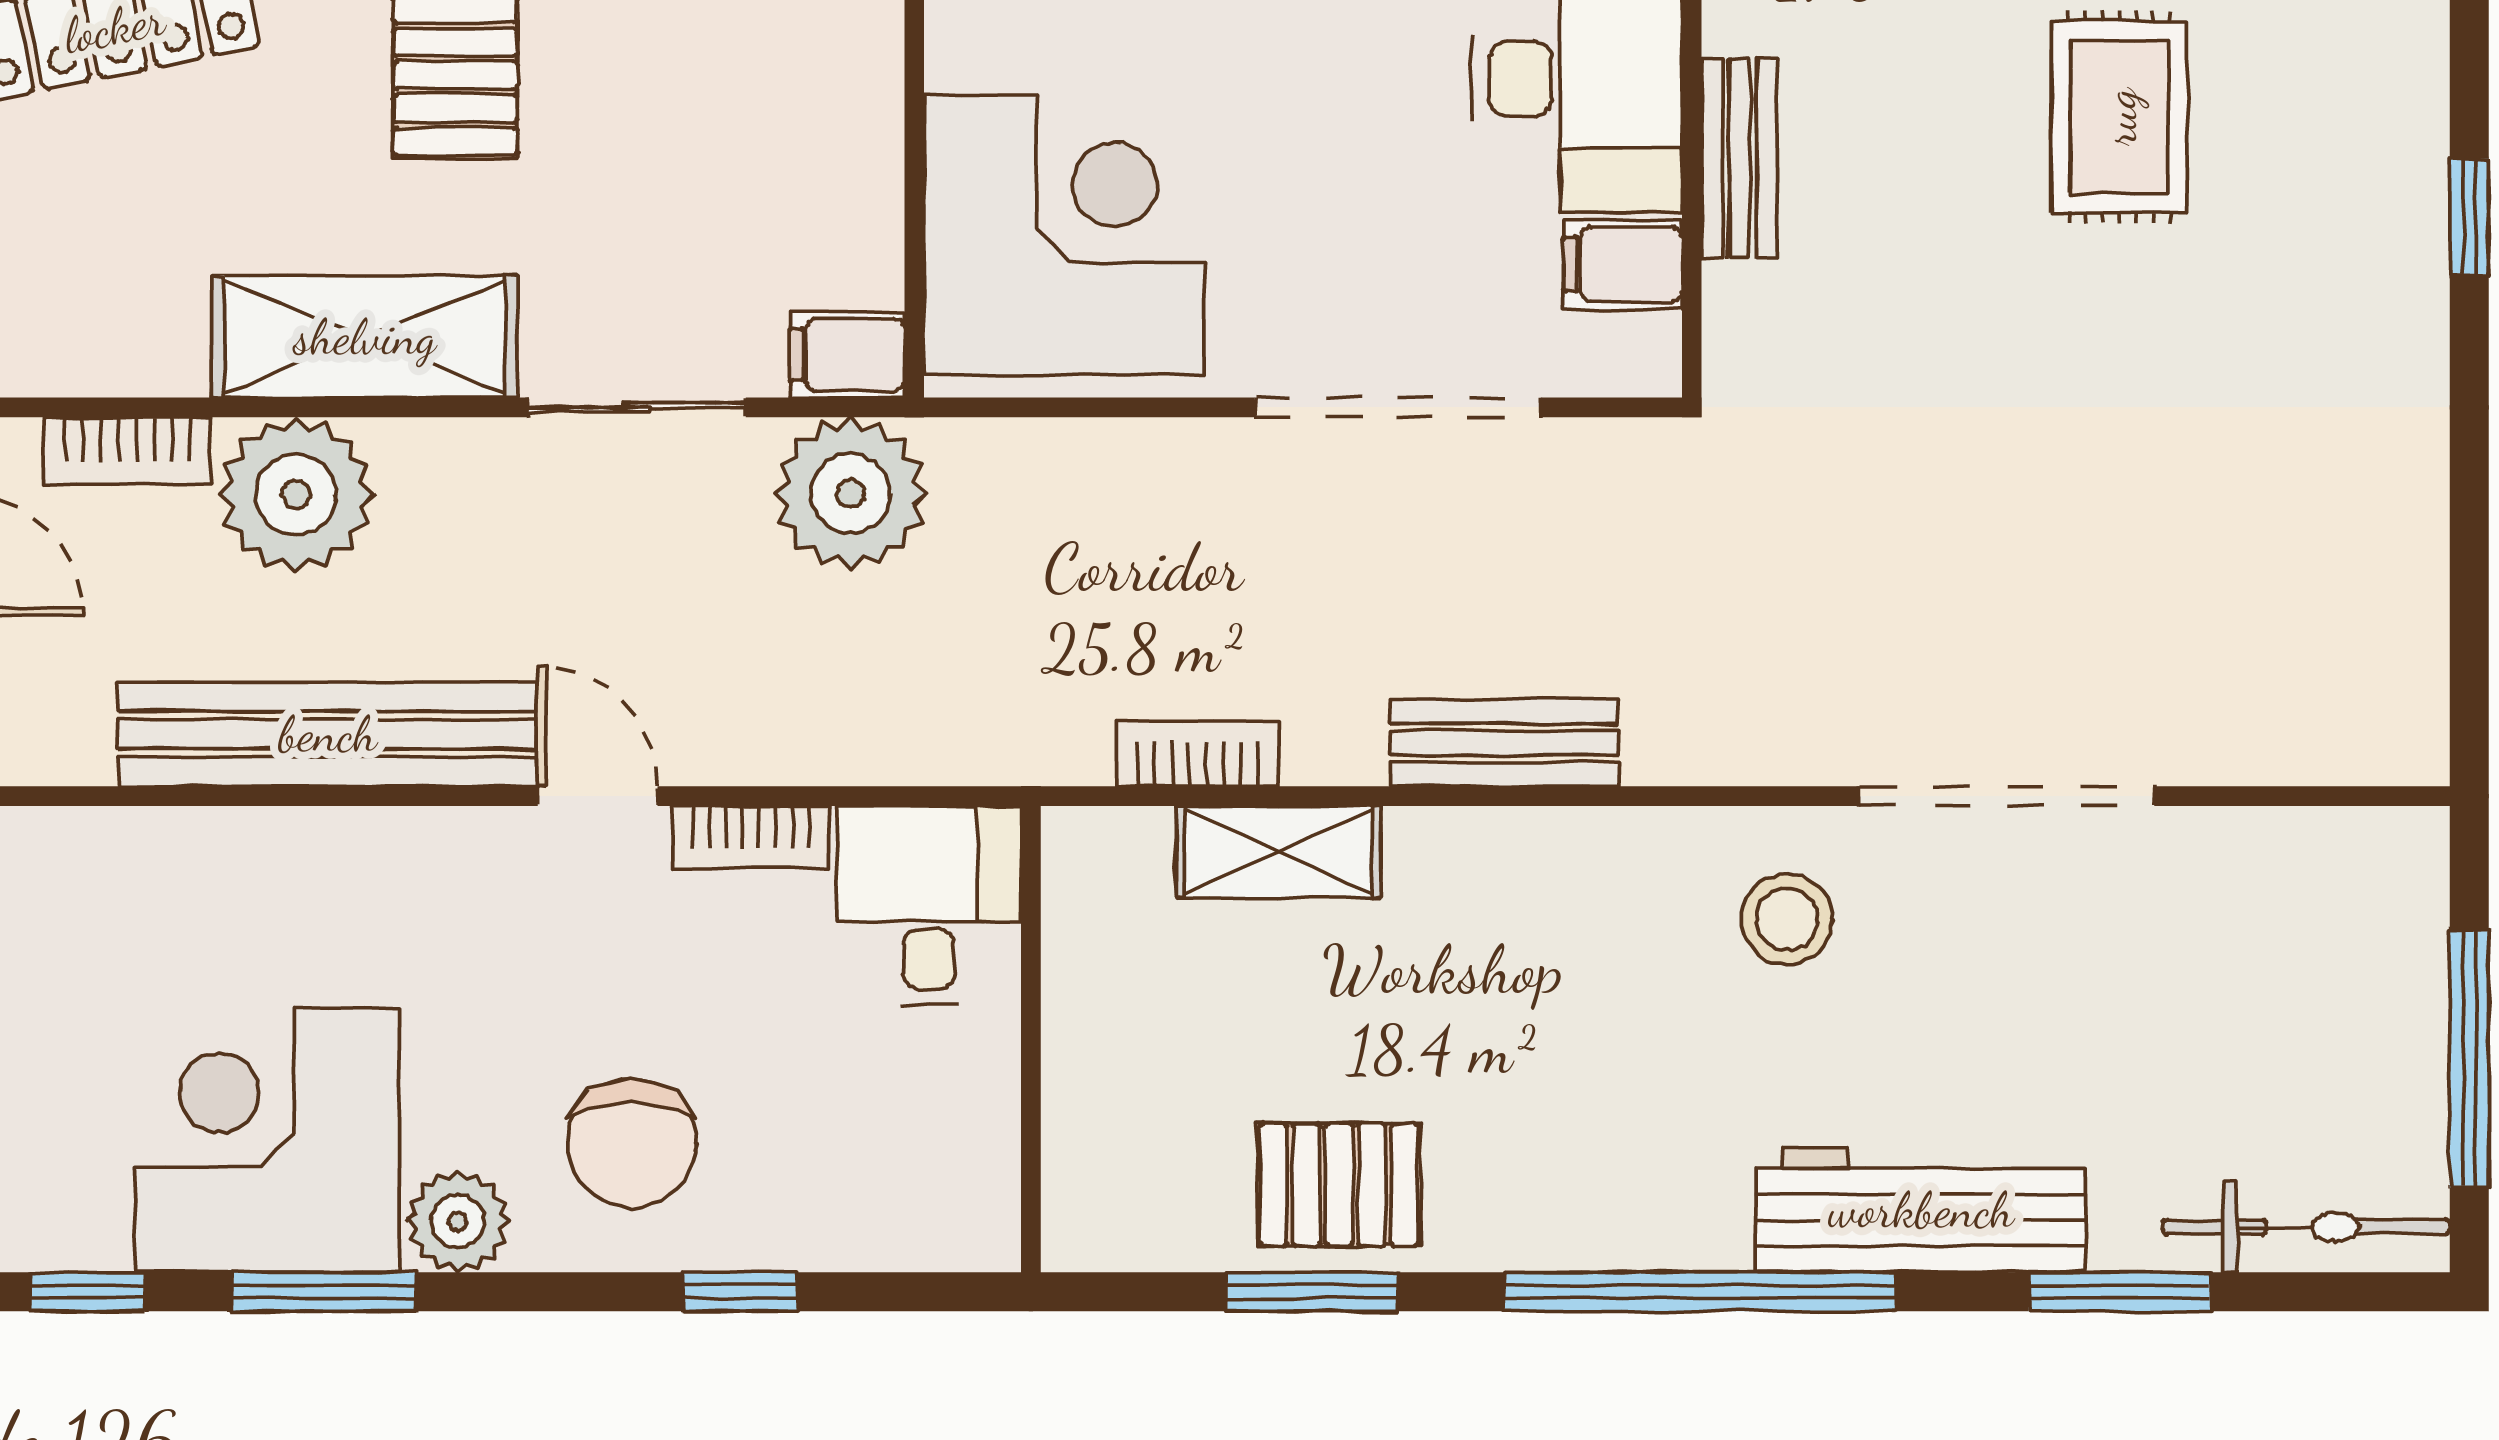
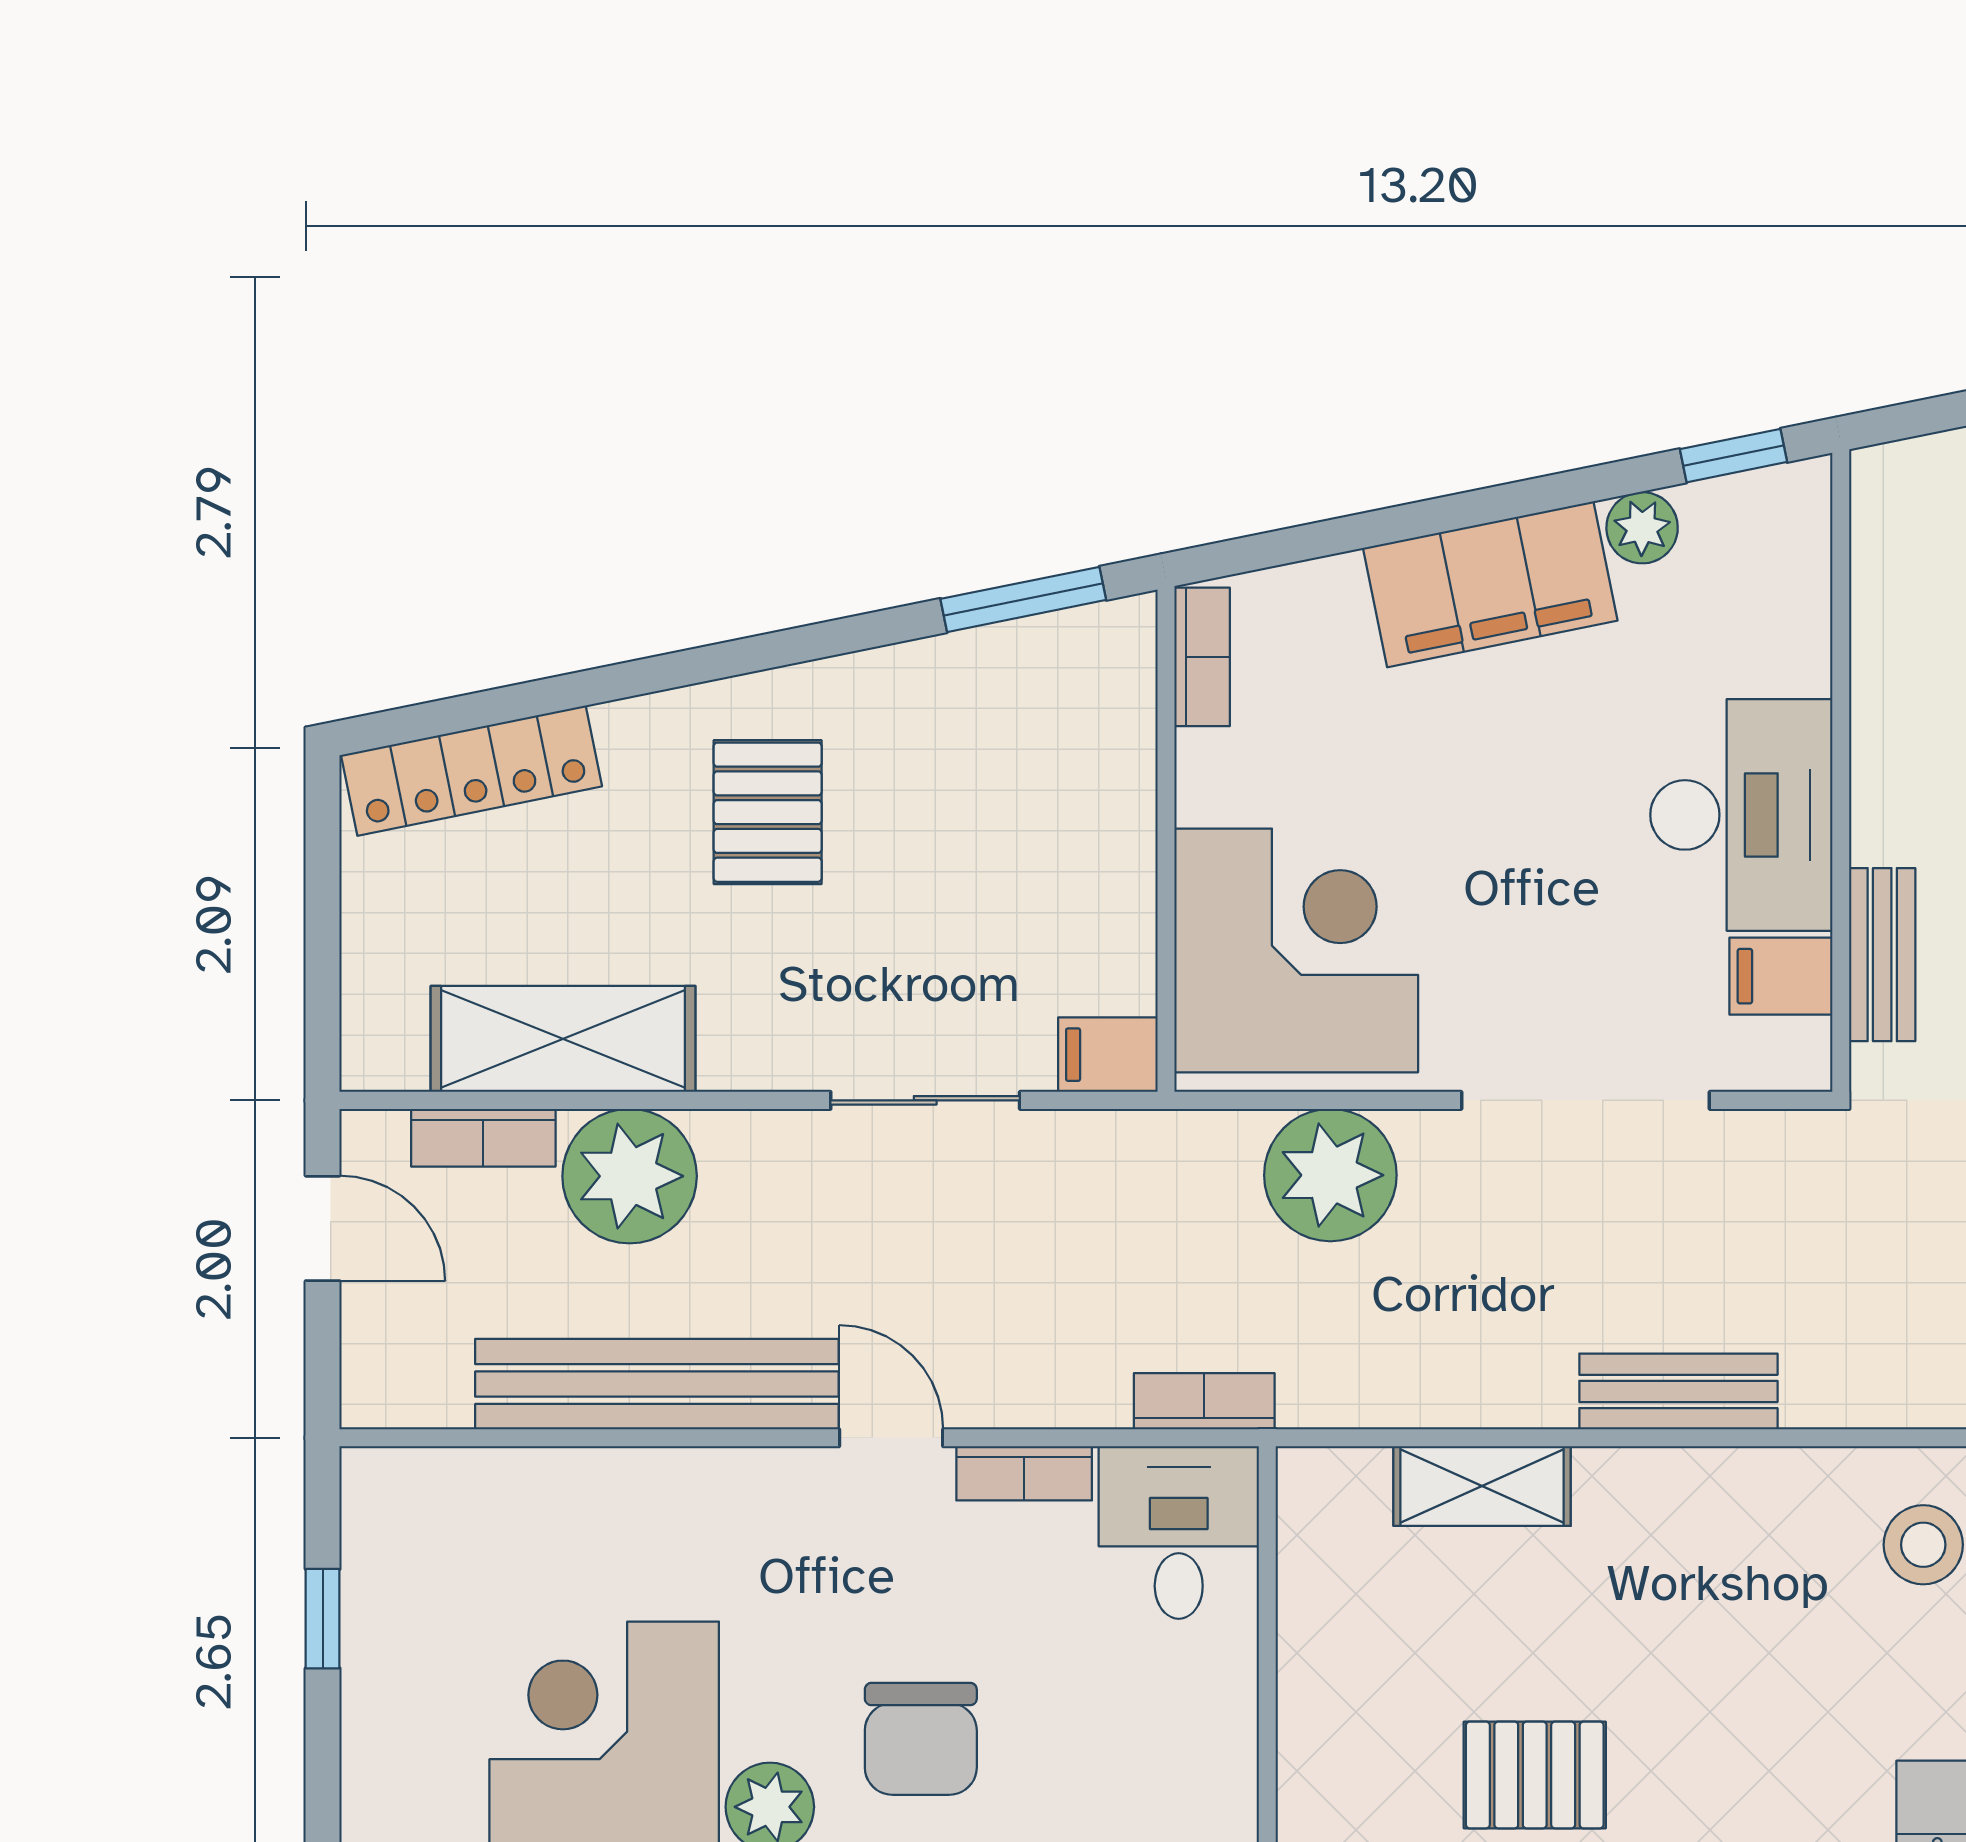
bench: (1740, 158) -> (1882, 955), moved
shelving: (365, 337) -> (563, 1039), moved
plant: (850, 493) -> (1330, 1175), moved
bookcase: (1198, 754) -> (1204, 1401), moved

